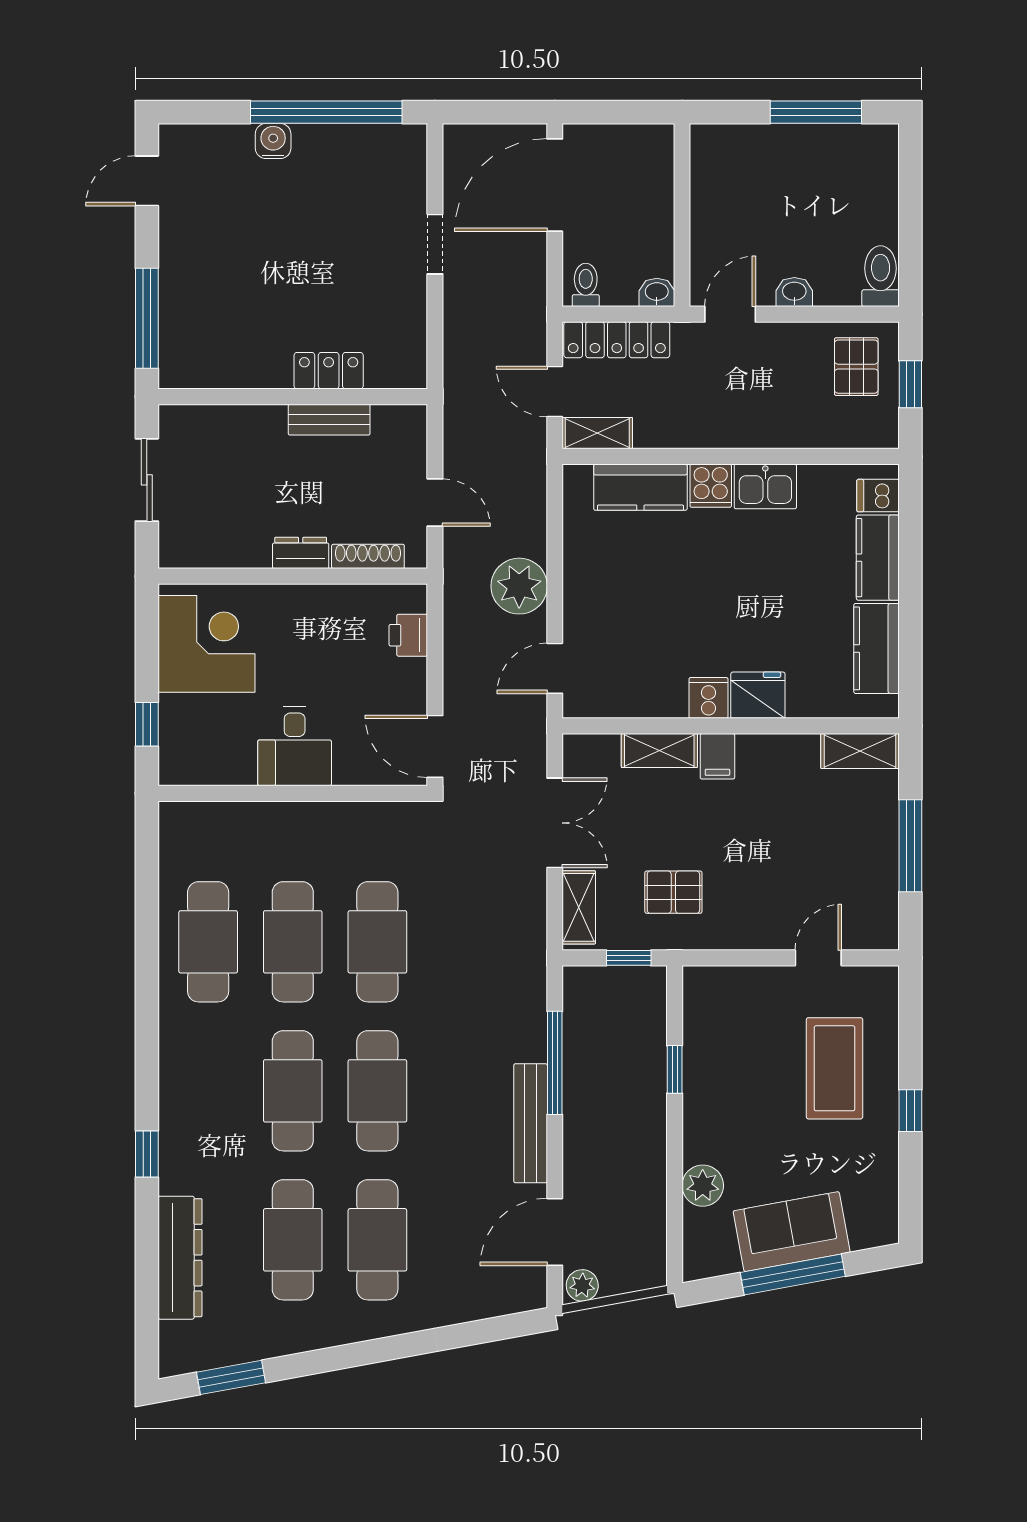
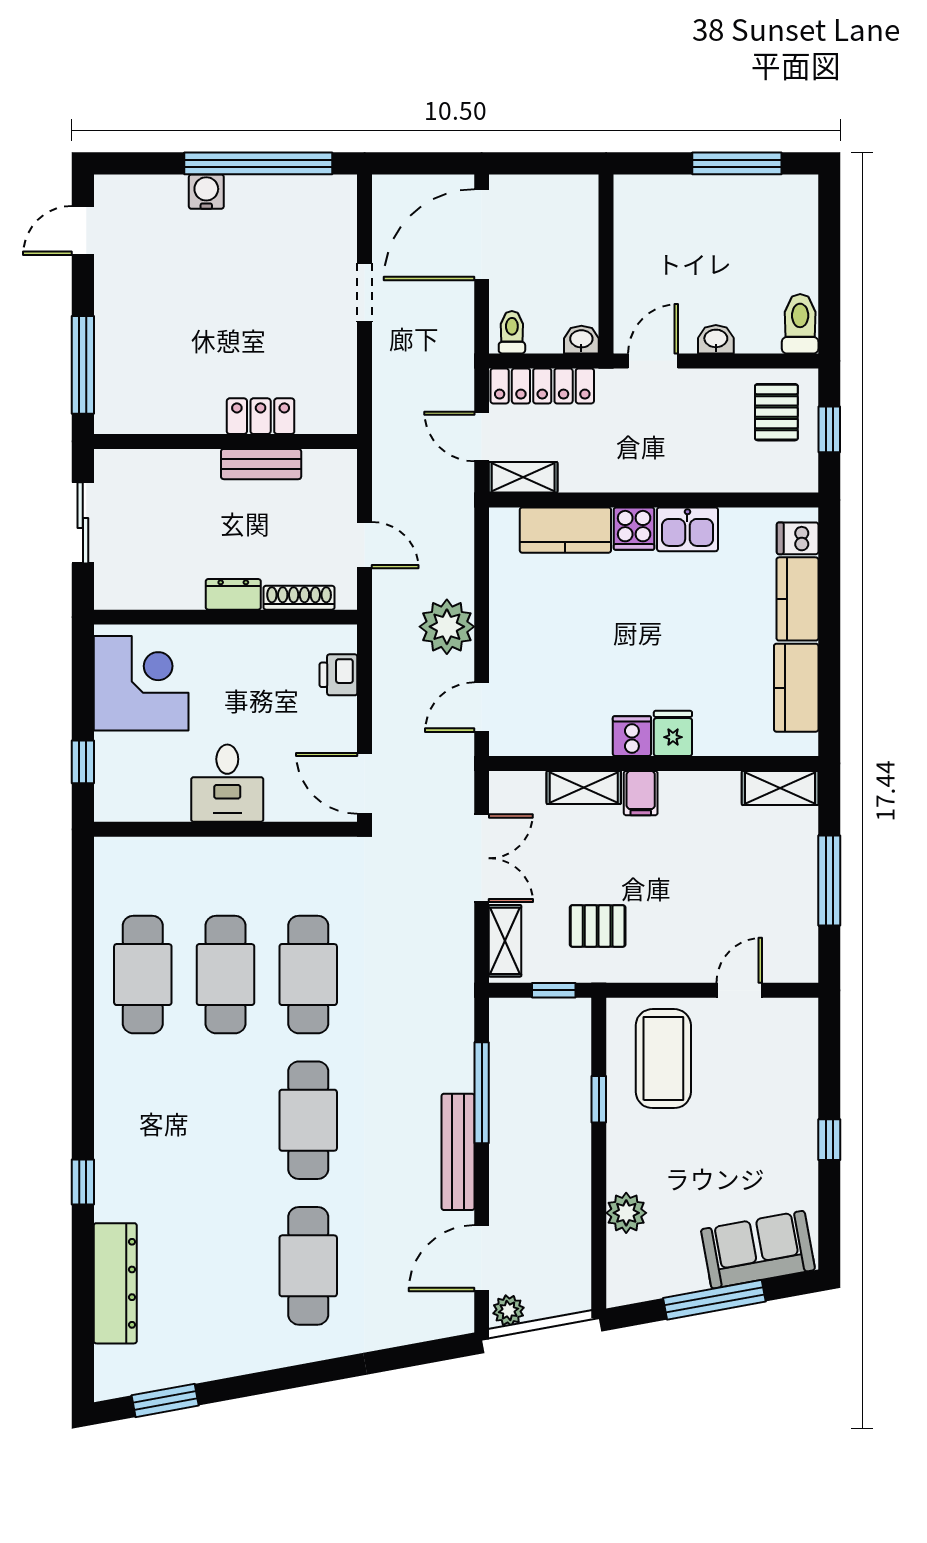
fridge: (758, 695) -> (673, 733), width x0.72
coffee table: (835, 1068) -> (663, 1059), moved
cafe table: (293, 1091) -> (225, 1120), removed
sofa: (792, 1232) -> (758, 1250), moved
cafe table: (293, 1240) -> (225, 1266), removed

